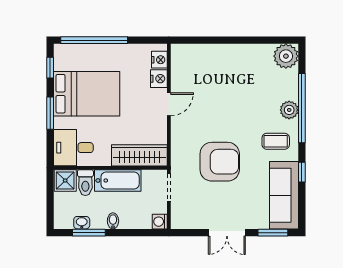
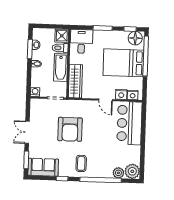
floor lamp: (65, 59) -> (135, 38), added
bar counter: (206, 64) -> (129, 123), added
bed: (87, 94) -> (123, 63), moved, turned 90
plant: (289, 110) -> (118, 173), moved
sofa: (284, 195) -> (43, 167), width x0.73

